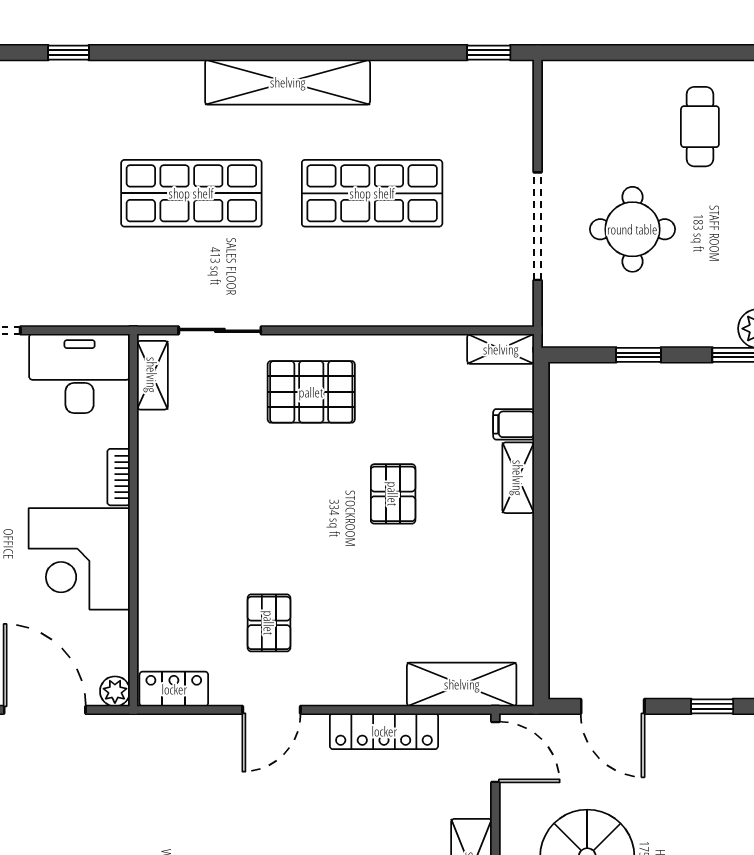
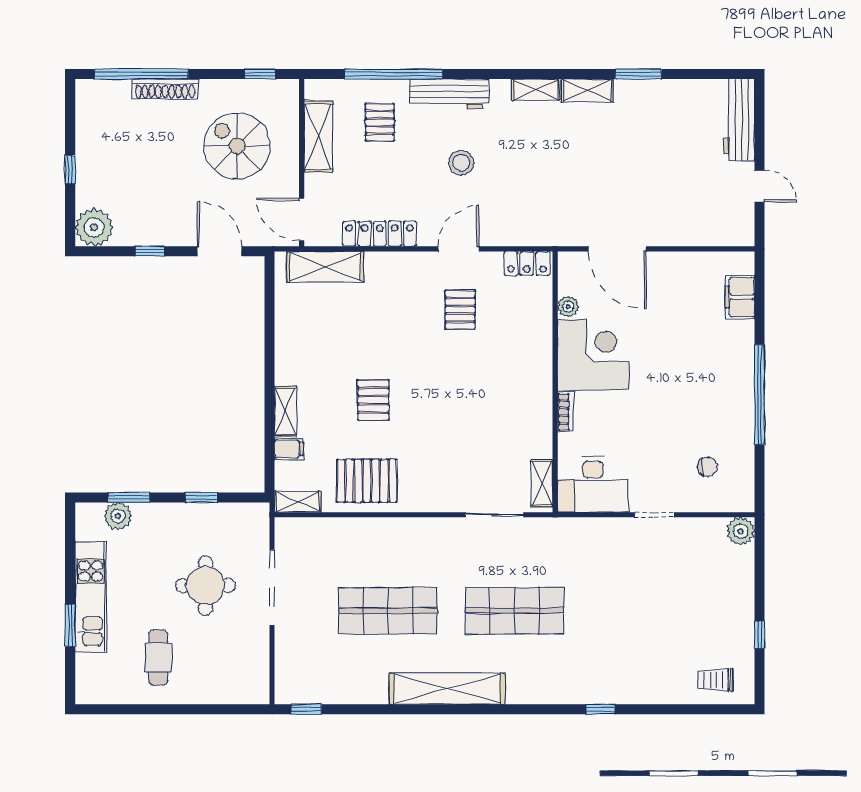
pallet: (311, 392) -> (367, 481), moved
plant: (115, 691) -> (568, 307), moved
stool: (268, 833) -> (461, 163), added

